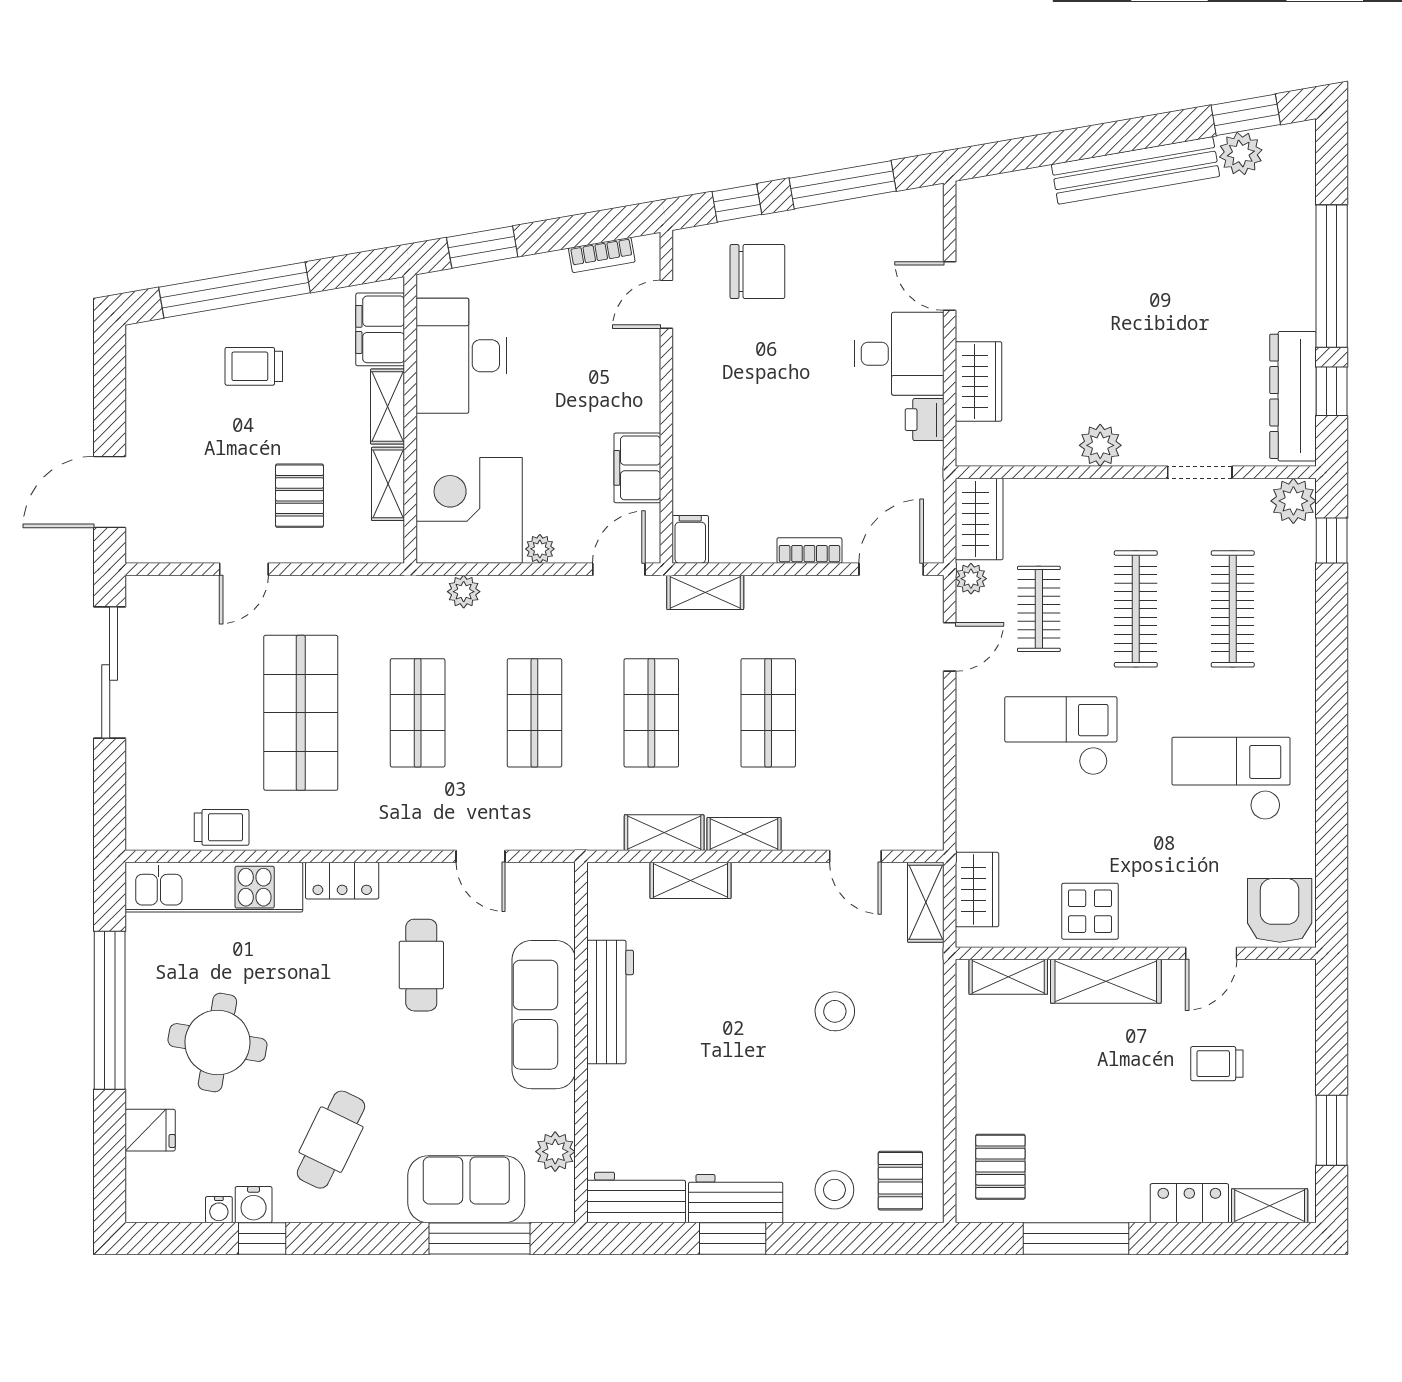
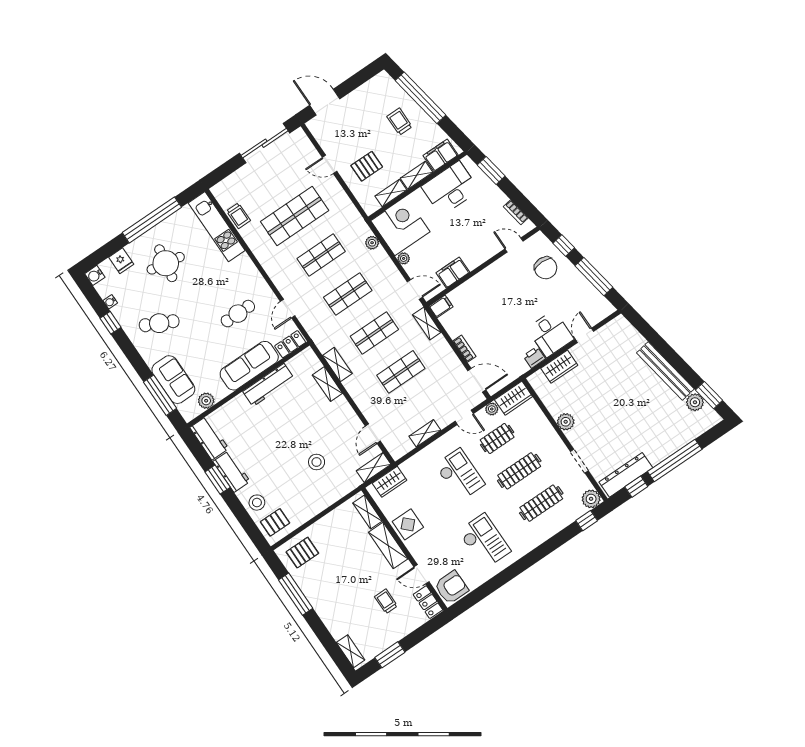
shelving: (744, 834) -> (425, 433), moved, turned 90
locker: (342, 881) -> (290, 344), moved, turned 90
locker: (1189, 1203) -> (428, 602), moved, turned 180
water cooler: (254, 1205) -> (95, 275), moved

